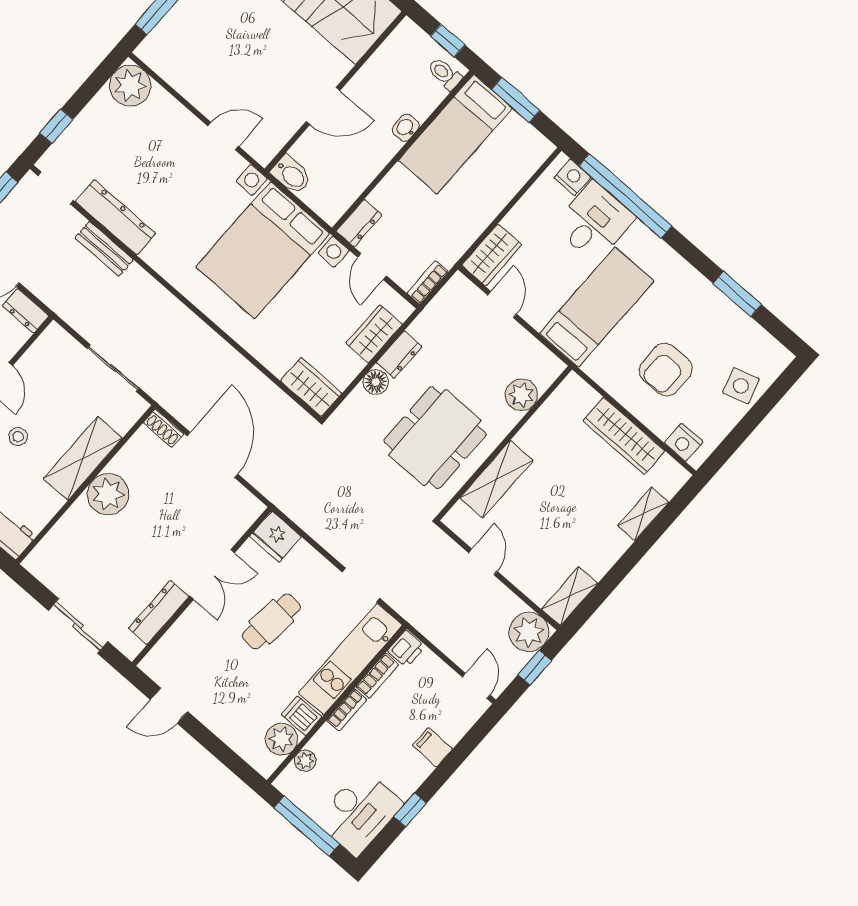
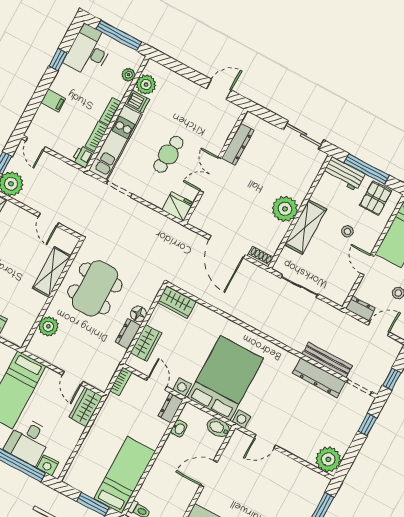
washbasin: (406, 128) -> (179, 428), moved
bench: (104, 249) -> (327, 360), width x1.36
sliding door: (78, 626) -> (303, 135), moved

